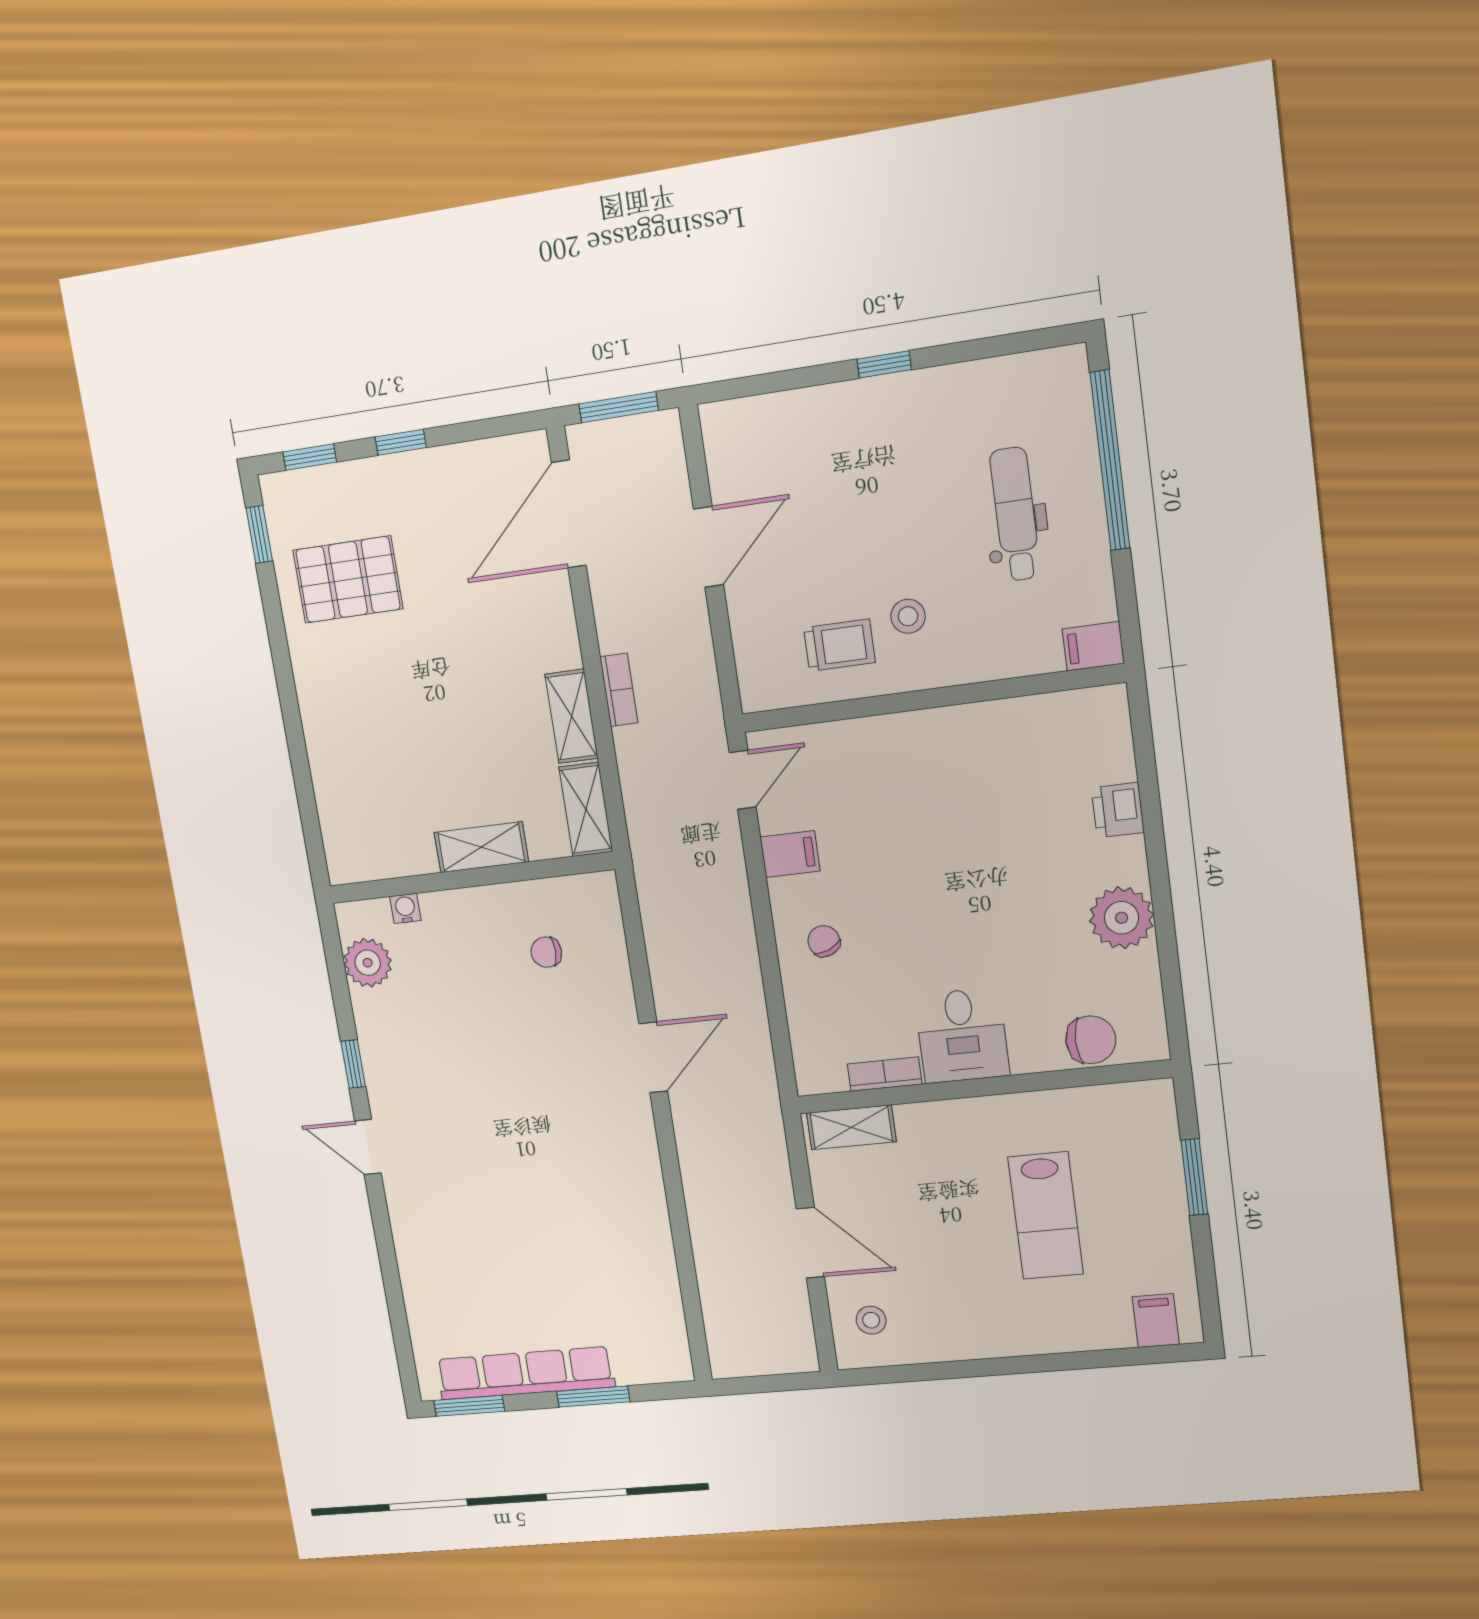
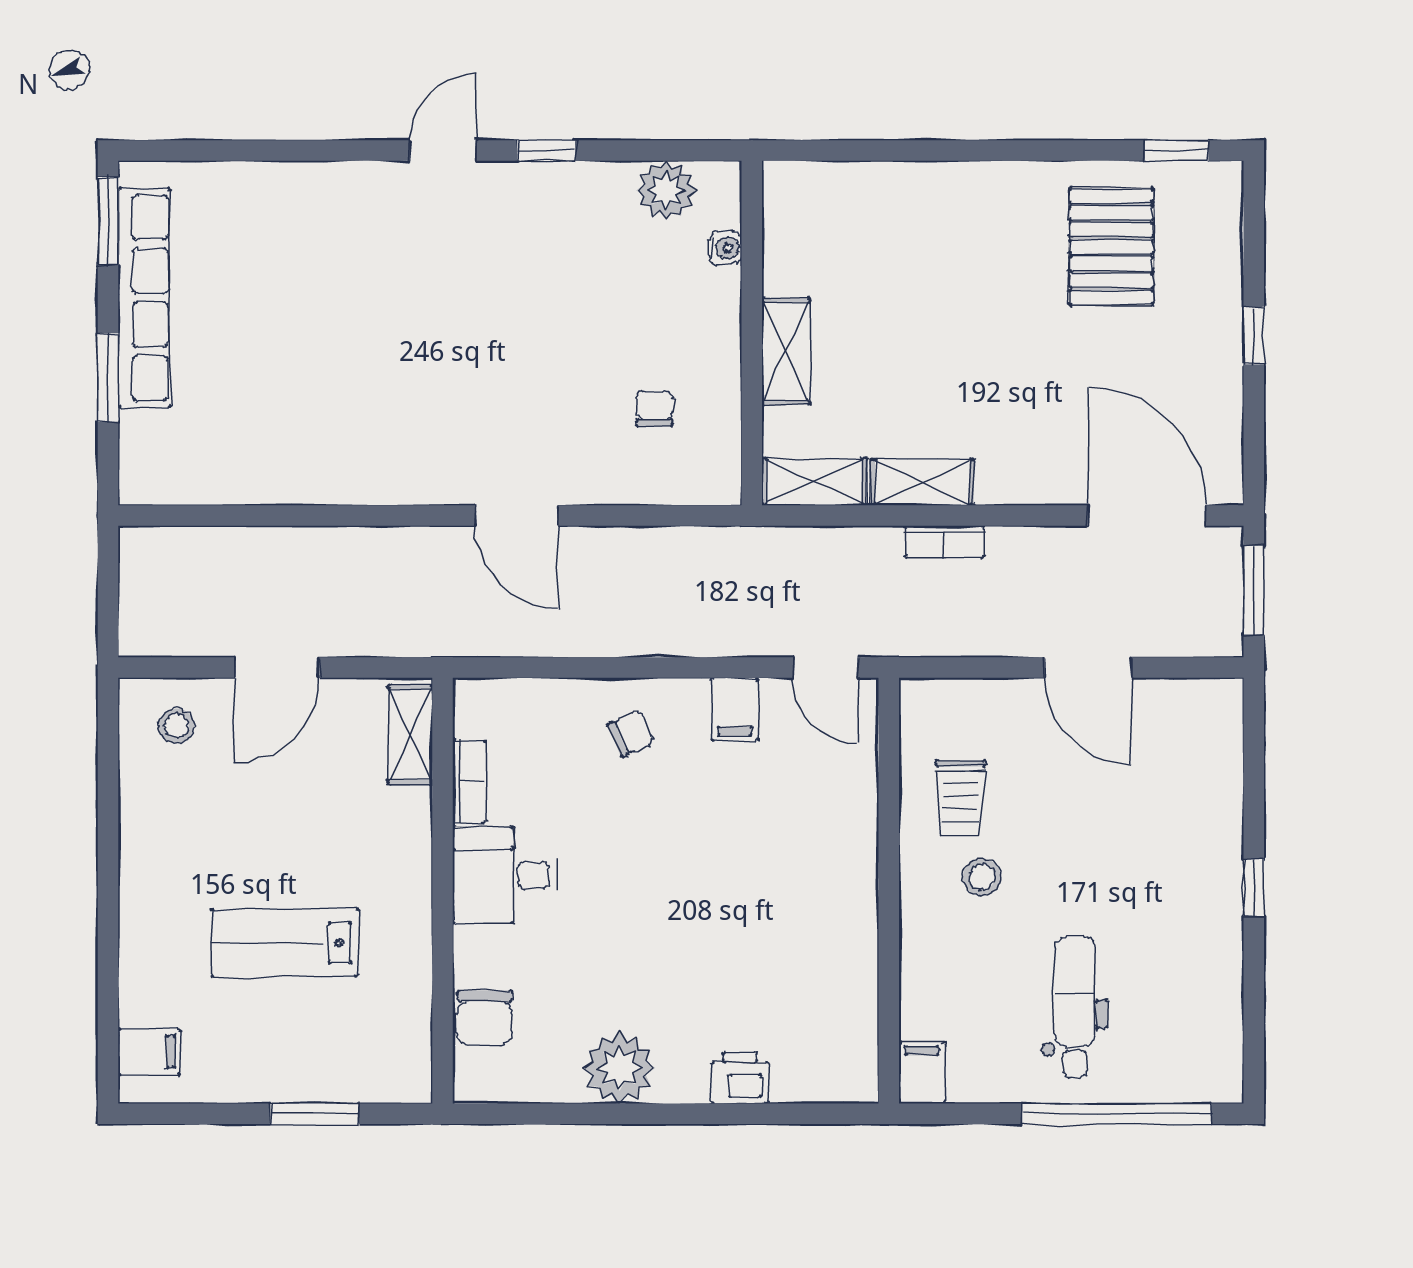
window: (310, 457) -> (1254, 226), removed
dental chair: (1015, 514) -> (1075, 1007), turned -90

